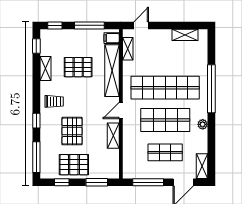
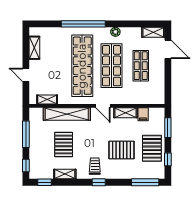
door: (141, 25) -> (26, 75), moved
filing cabinet: (112, 38) -> (143, 114), moved
window: (36, 121) -> (99, 182), moved
window: (148, 182) -> (168, 81), removed

